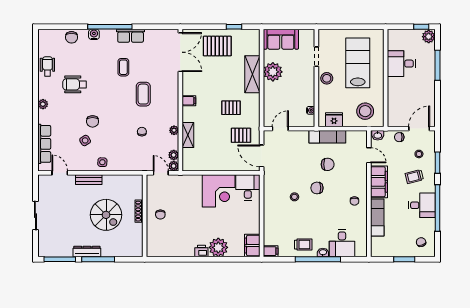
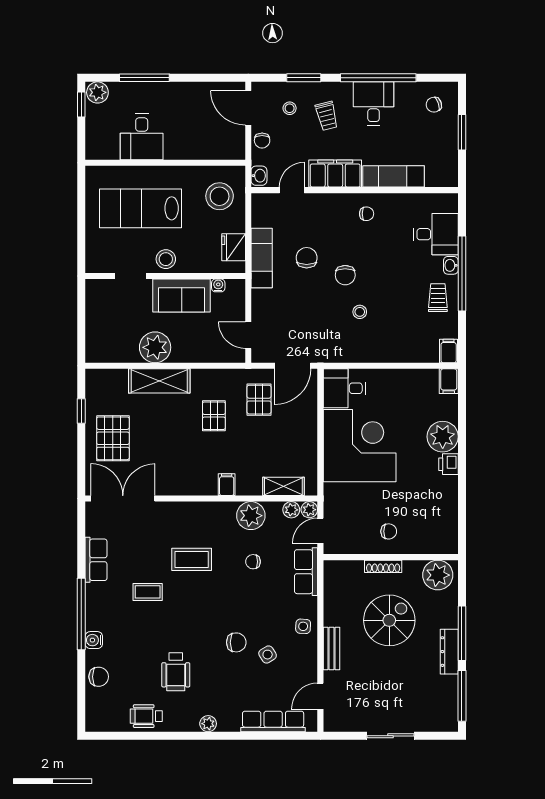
row of seats: (131, 36) -> (96, 560), moved
sofa: (281, 39) -> (182, 296), moved, turned 90
filing cabinet: (189, 101) -> (227, 485), moved
plant: (174, 130) -> (251, 516), width x1.88, depth x1.88
shelving: (188, 135) -> (283, 486), moved
row of seats: (136, 164) -> (306, 572), added
corner desk: (219, 191) -> (360, 446), width x1.36, depth x1.36
plant: (134, 245) -> (438, 575), added
filing cabinet: (252, 246) -> (449, 381), width x0.50

